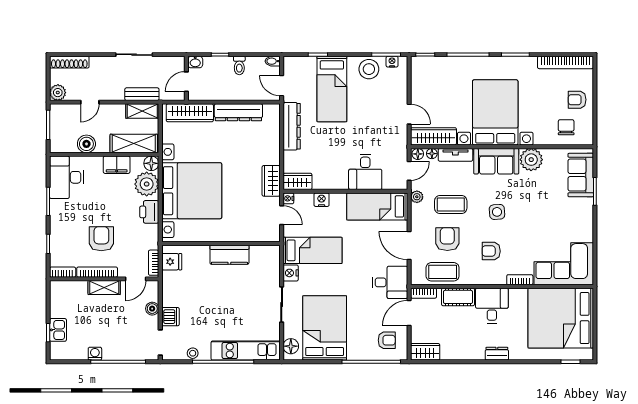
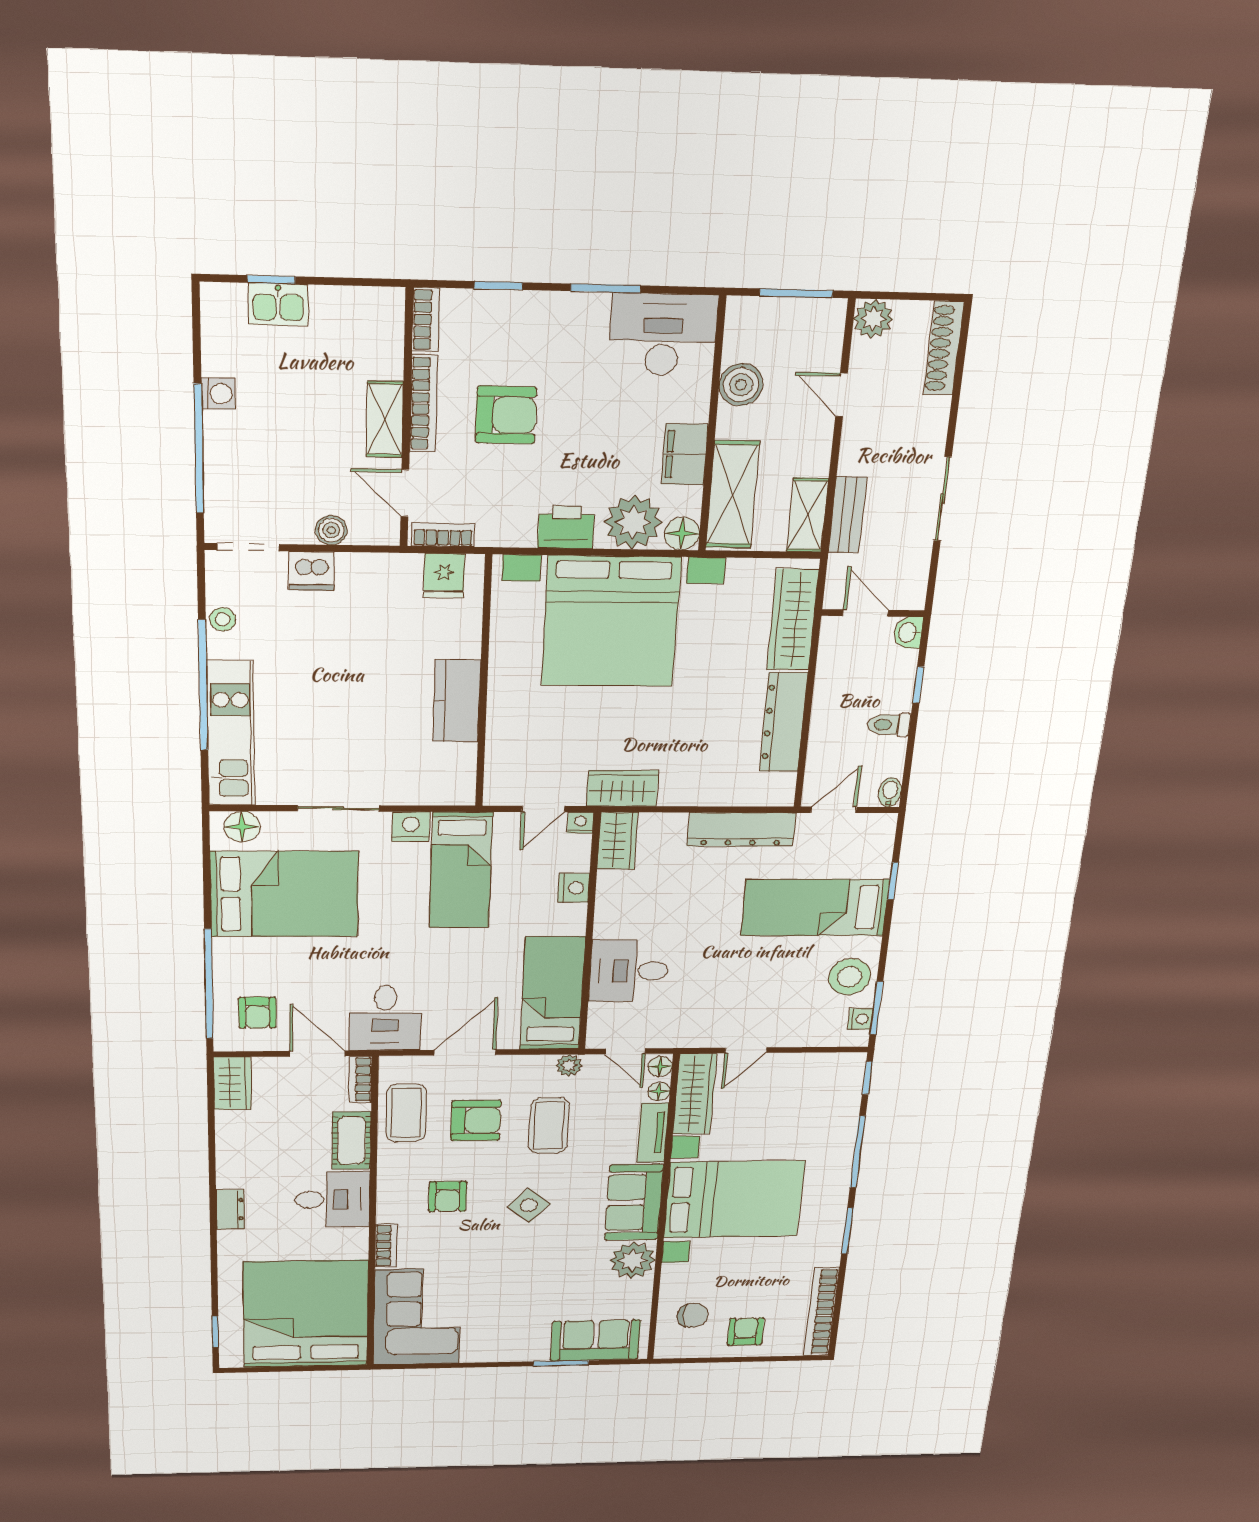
side table: (497, 212) -> (529, 1205), turned 45
armchair: (491, 251) -> (448, 1197), turned 180

